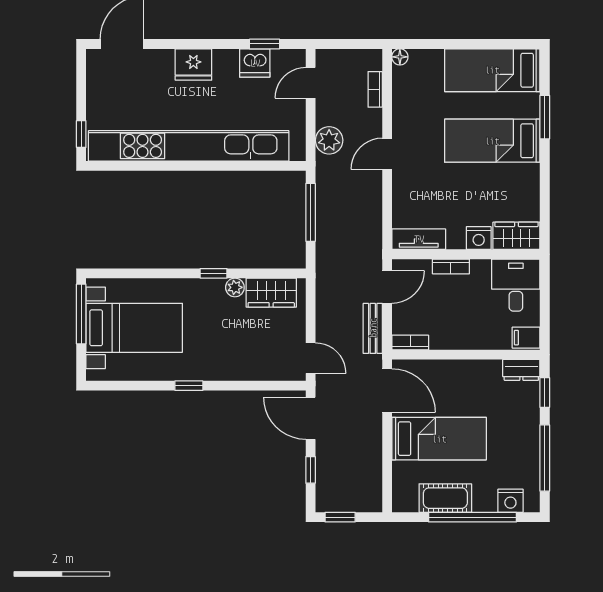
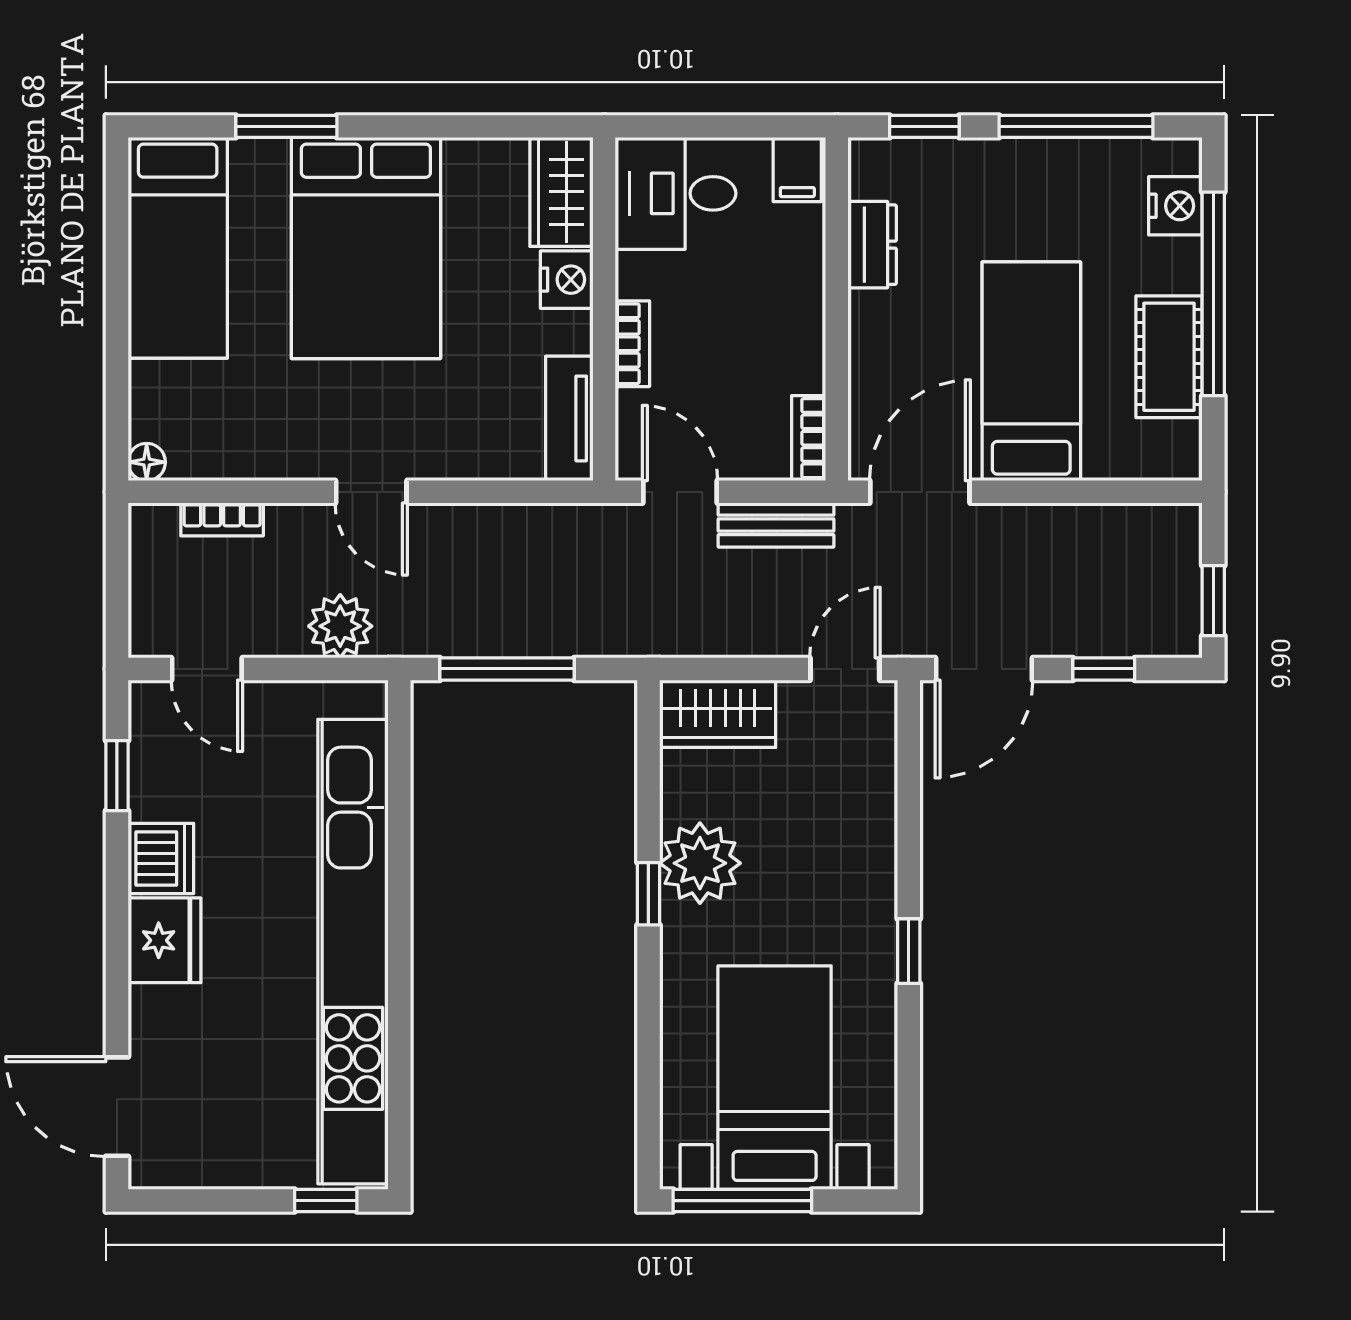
dishwasher: (255, 63) -> (161, 858), moved
bed: (492, 141) -> (366, 248), width x1.50
plant: (235, 287) -> (700, 863), width x1.88, depth x1.88
wardrobe: (271, 293) -> (718, 714), moved, turned 90
dresser: (521, 370) -> (872, 245), moved

